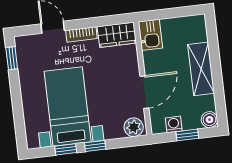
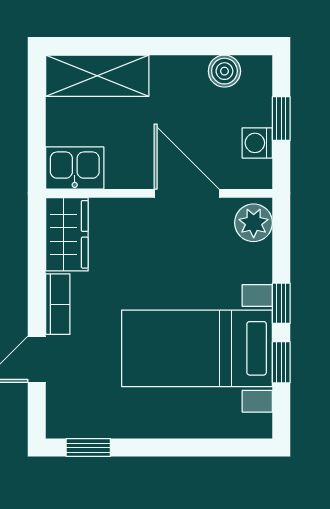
shelving: (201, 69) -> (97, 76), moved
boiler: (209, 120) -> (224, 71), moved

